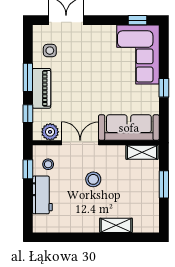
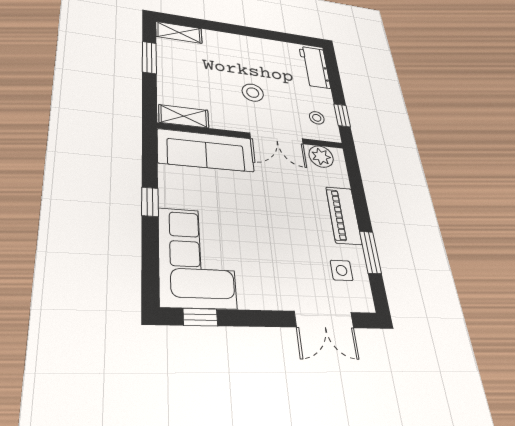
window: (28, 77) -> (370, 252), moved
window: (28, 114) -> (356, 183), removed
window: (164, 184) -> (149, 57), moved
workbench: (42, 195) -> (315, 67), moved
shelving: (116, 225) -> (179, 32), moved

